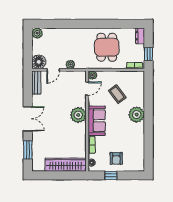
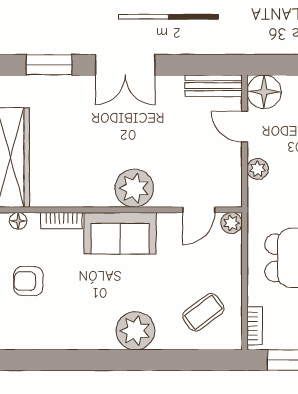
door: (87, 89) -> (199, 210), hinge flipped
coffee table: (117, 94) -> (203, 312), moved

